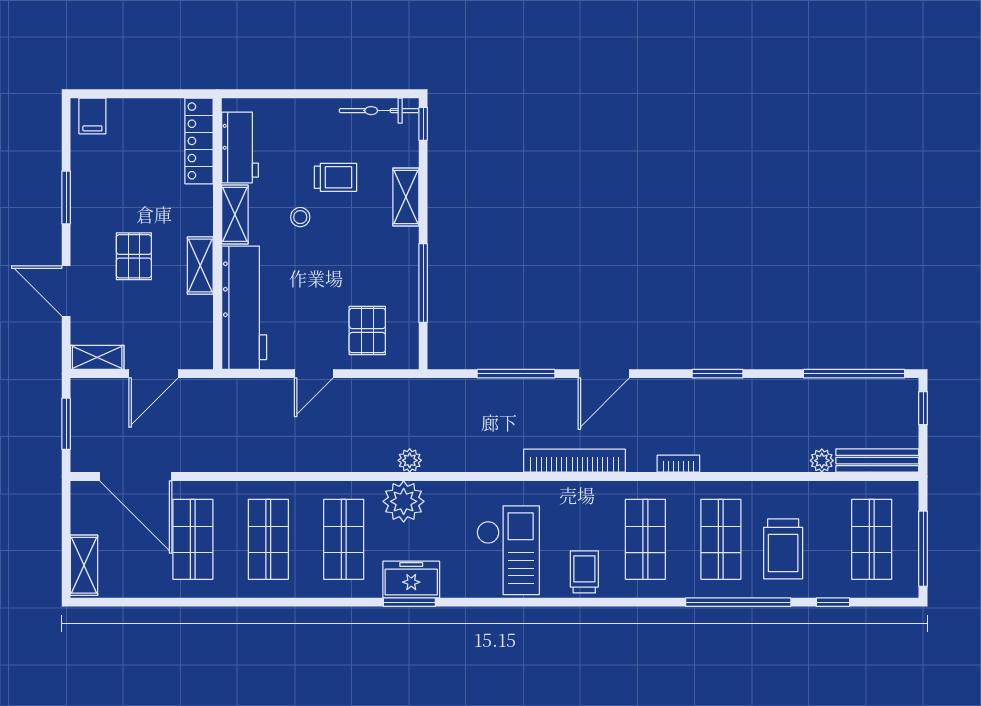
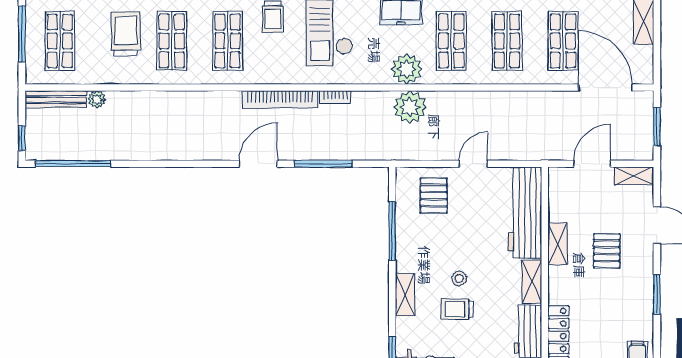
stool: (300, 217) -> (459, 278), moved
window: (717, 374) -> (174, 164), removed
plant: (410, 460) -> (410, 107), width x1.87, depth x1.87
bookcase: (678, 464) -> (335, 97), moved

